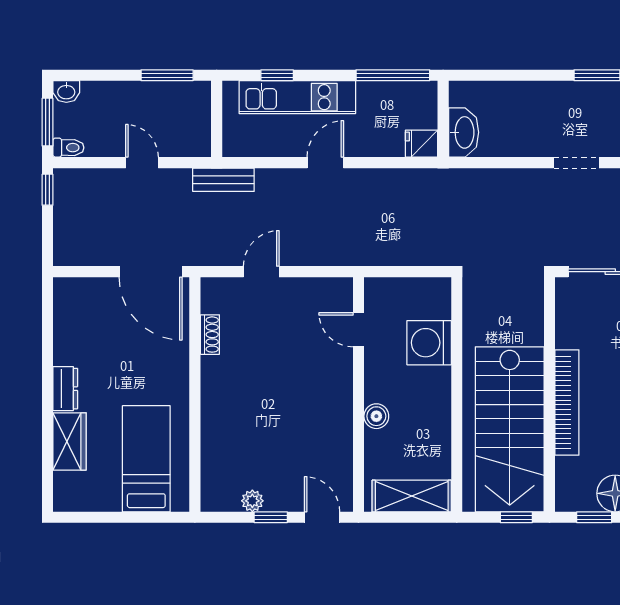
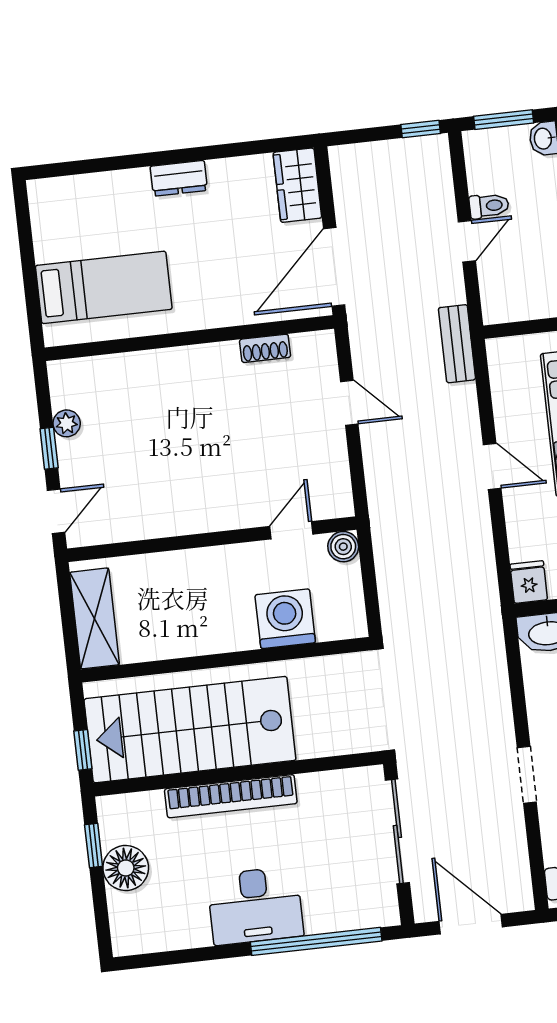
toilet: (68, 148) -> (489, 206), moved, turned -90
boiler: (376, 416) -> (343, 547), moved
wardrobe: (70, 441) -> (297, 185), moved, turned 90

